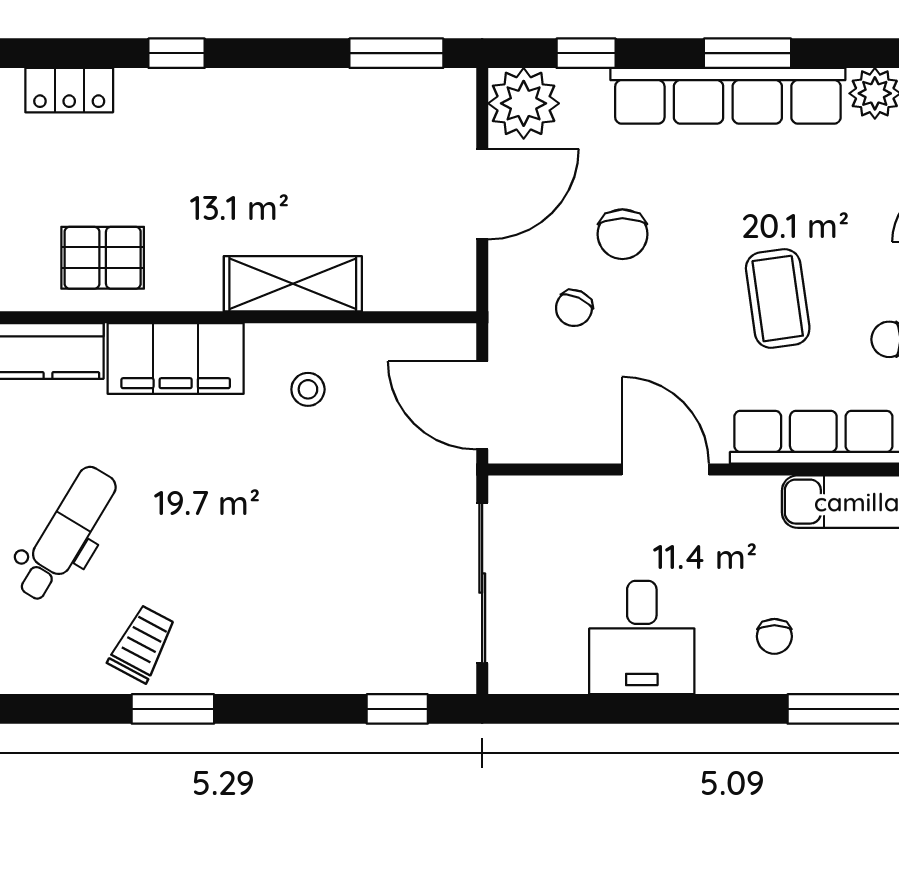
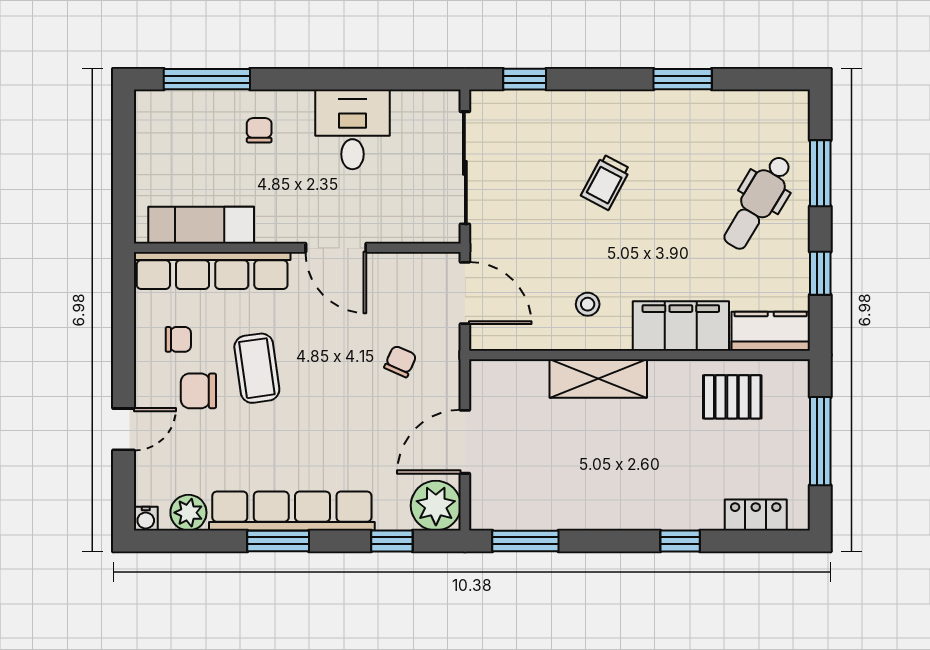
chair: (622, 234) -> (198, 391), moved, turned -90
trolley: (142, 644) -> (606, 182), moved

